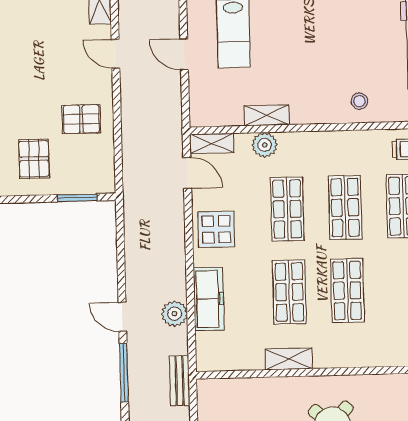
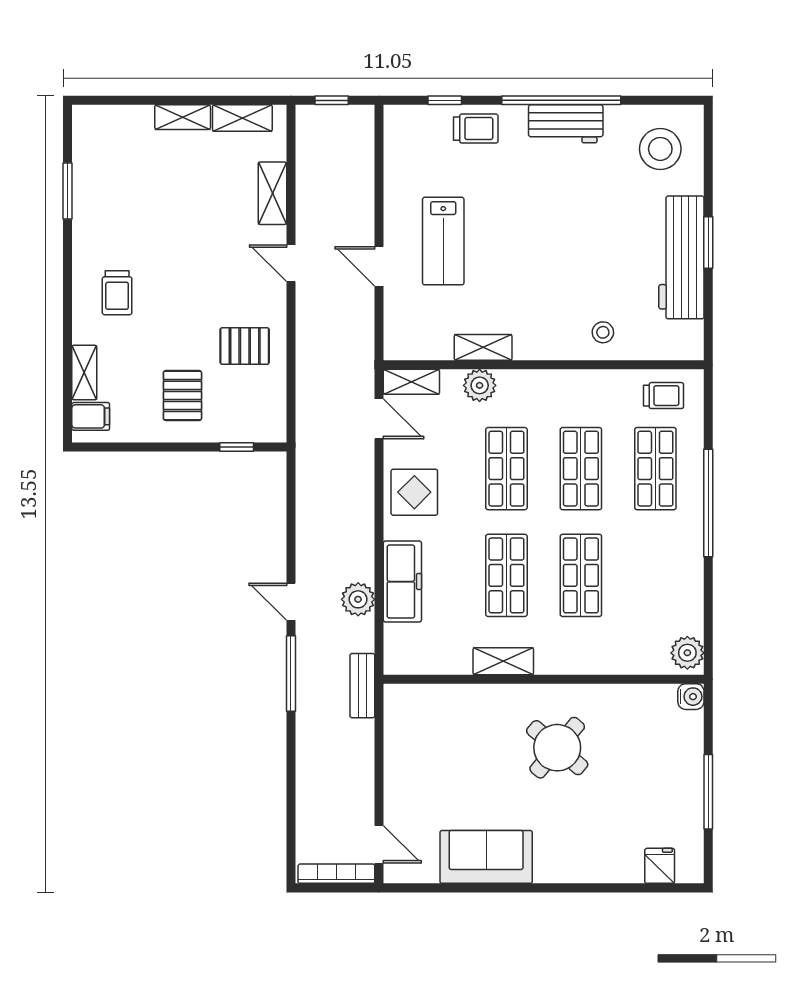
window: (77, 198) -> (237, 447), width x0.67

